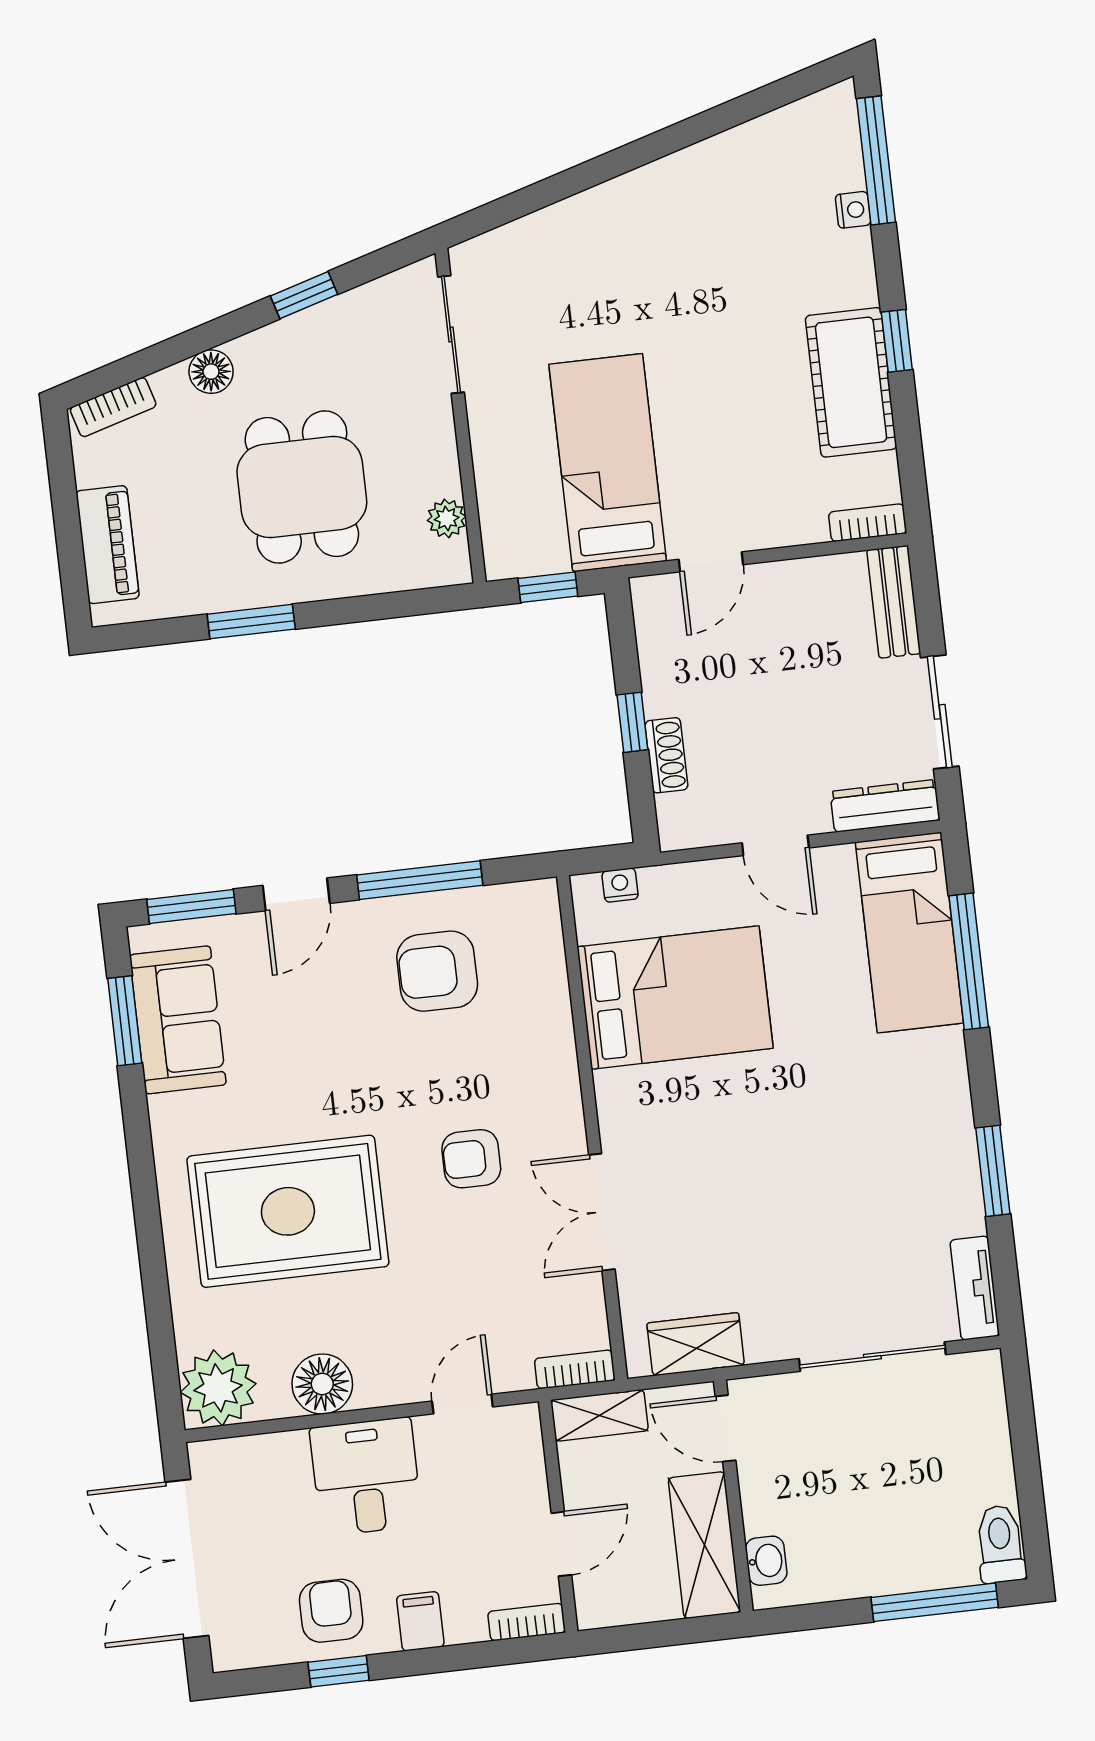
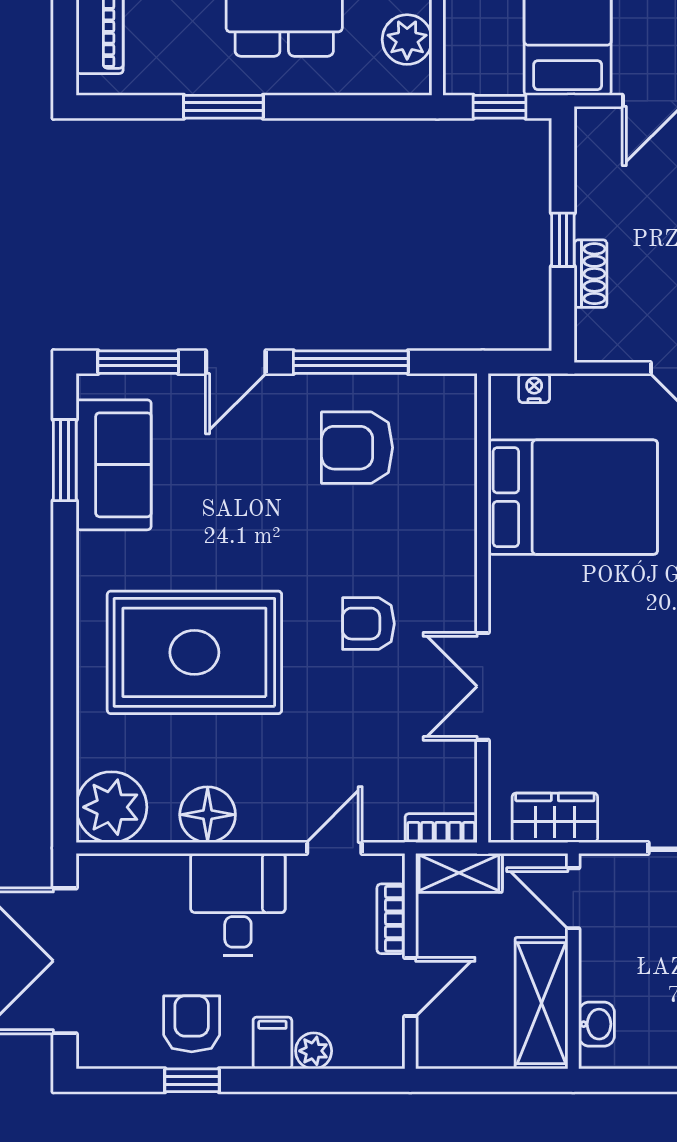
plant: (447, 518) -> (407, 40), width x1.38, depth x1.38
bookcase: (527, 1622) -> (391, 919), moved, turned -90
plant: (465, 1625) -> (314, 1051), added

